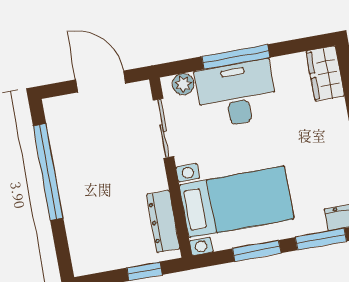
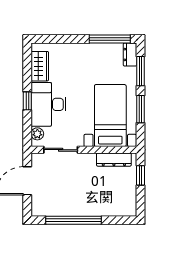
window: (236, 57) -> (27, 101), width x0.46
wardrobe: (325, 73) -> (40, 66), moved, turned -90

